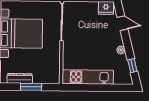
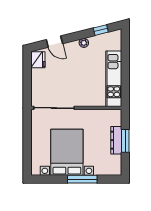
door: (122, 23) -> (54, 42), swing flipped
dresser: (20, 78) -> (116, 140), moved

